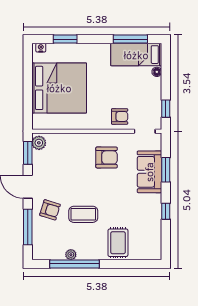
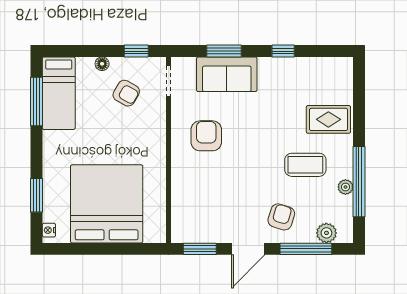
floor lamp: (157, 72) -> (102, 64), moved
armchair: (120, 116) -> (126, 93), moved, turned 120
plant: (39, 143) -> (326, 233), moved
coffee table: (83, 214) -> (305, 165), moved, turned 90

